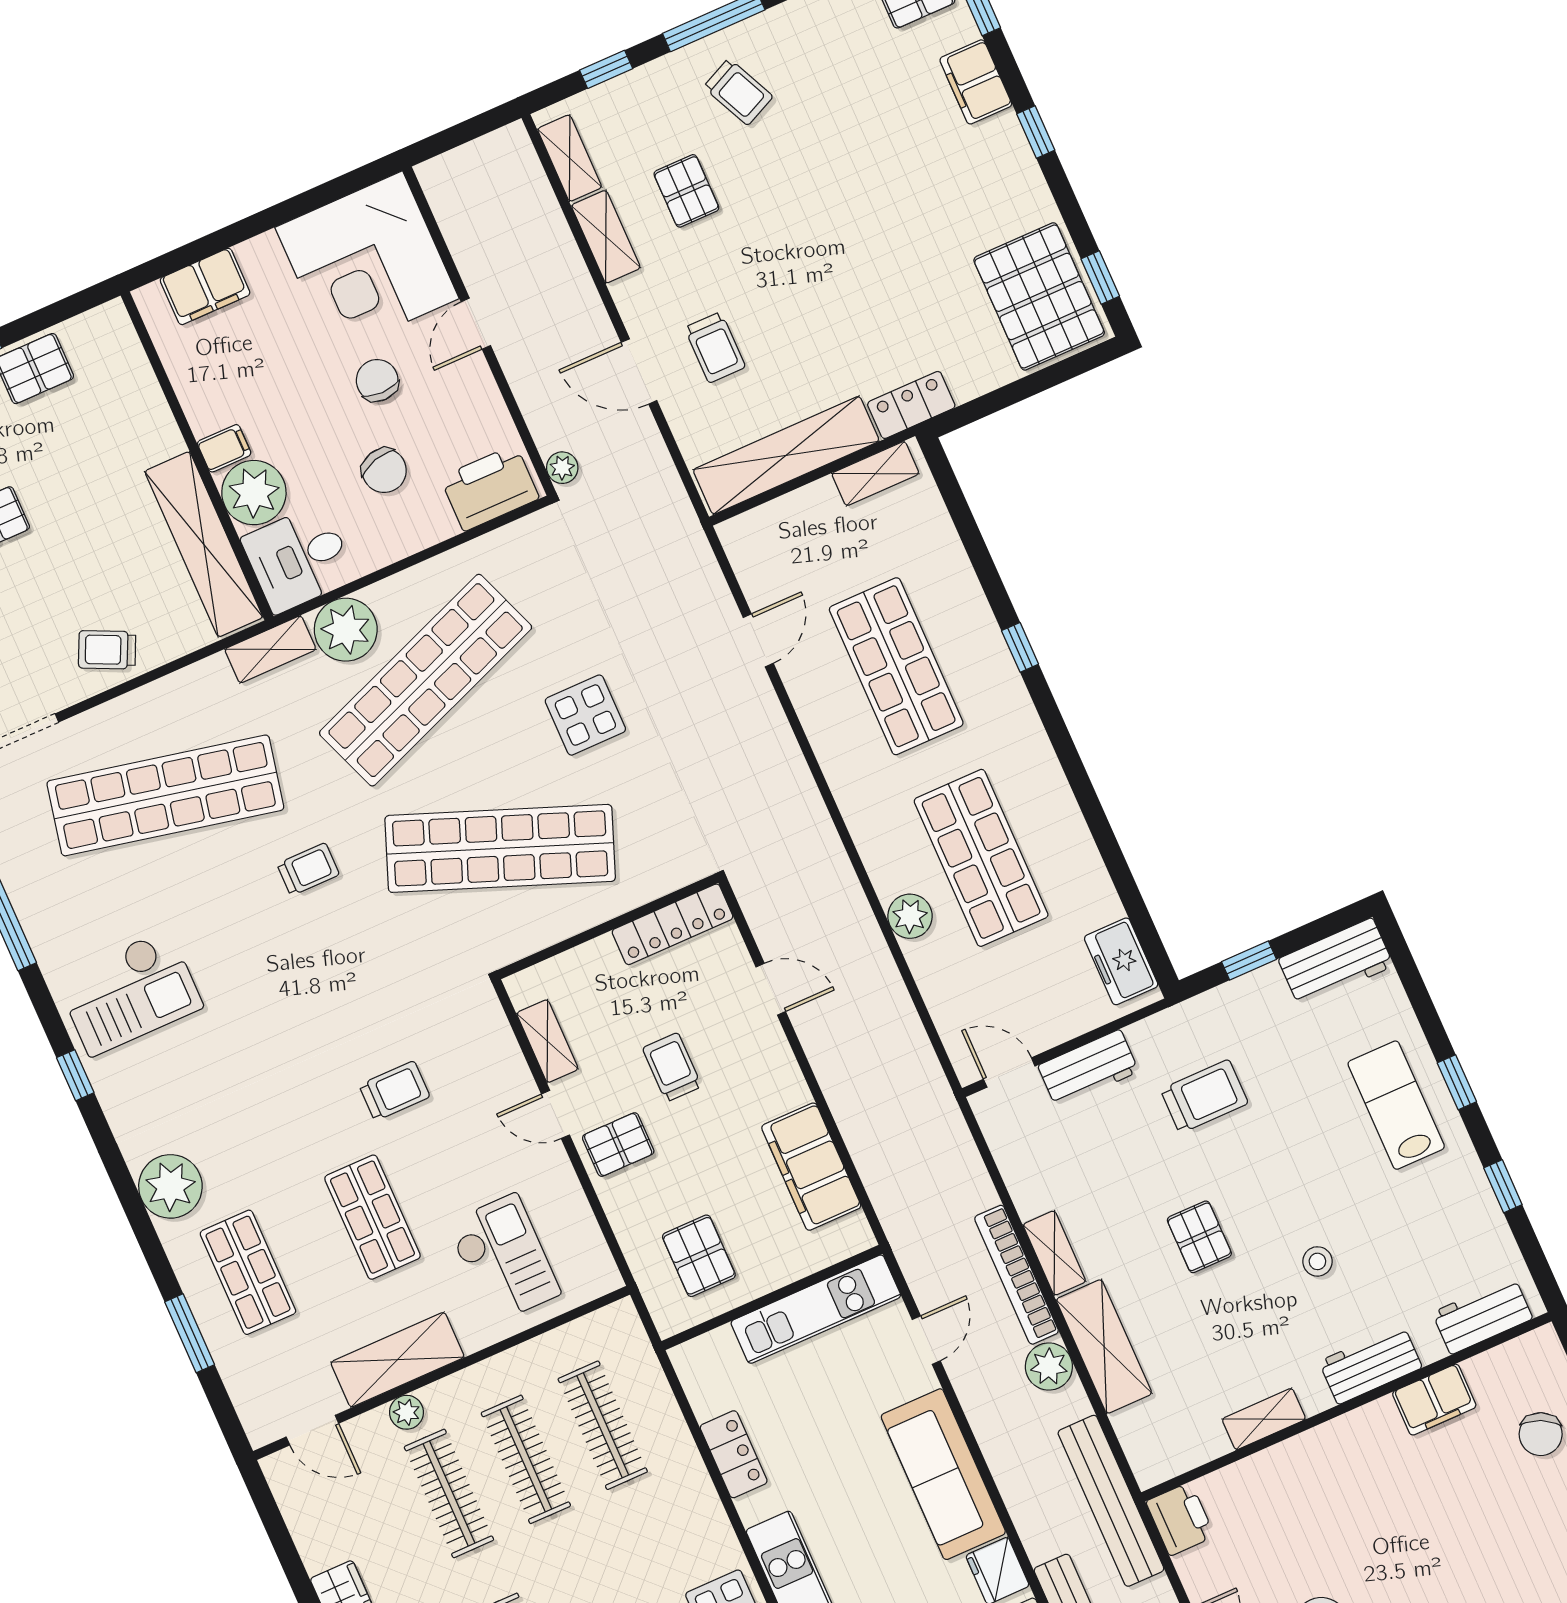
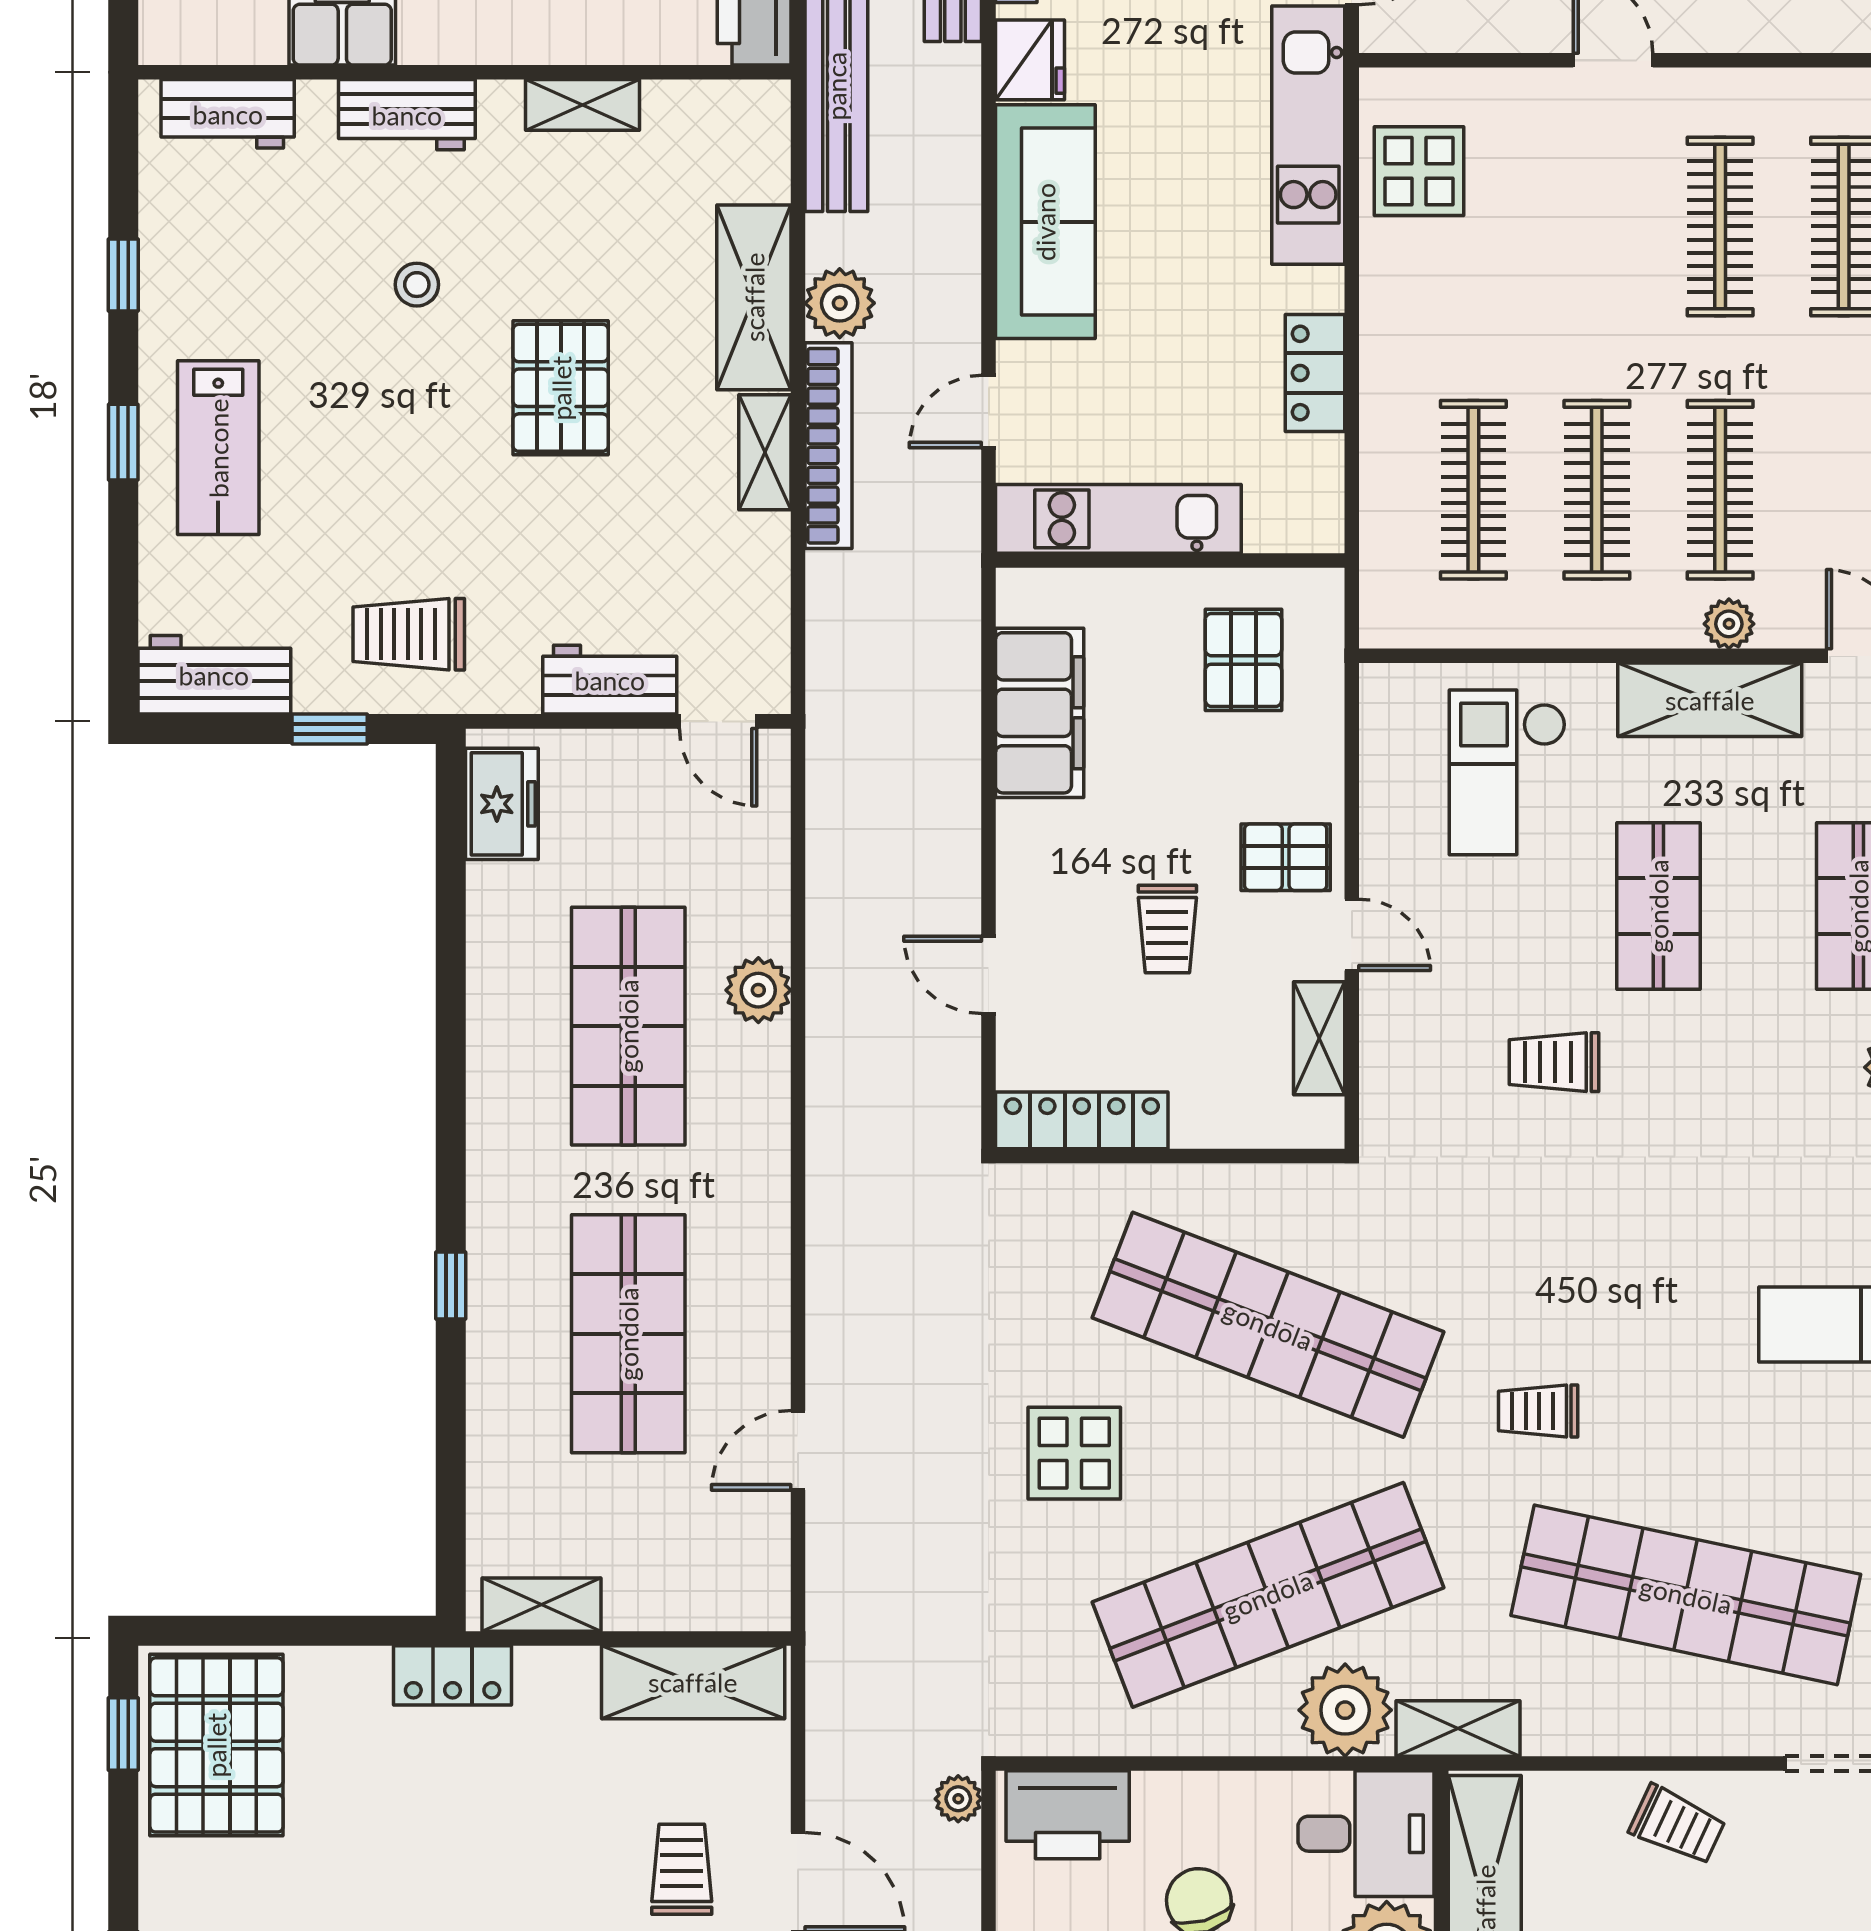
shelving: (786, 455) -> (693, 1682), width x0.68
trolley: (1204, 1096) -> (409, 634), moved
pallet: (1199, 1237) -> (561, 388), width x1.50, depth x1.42

